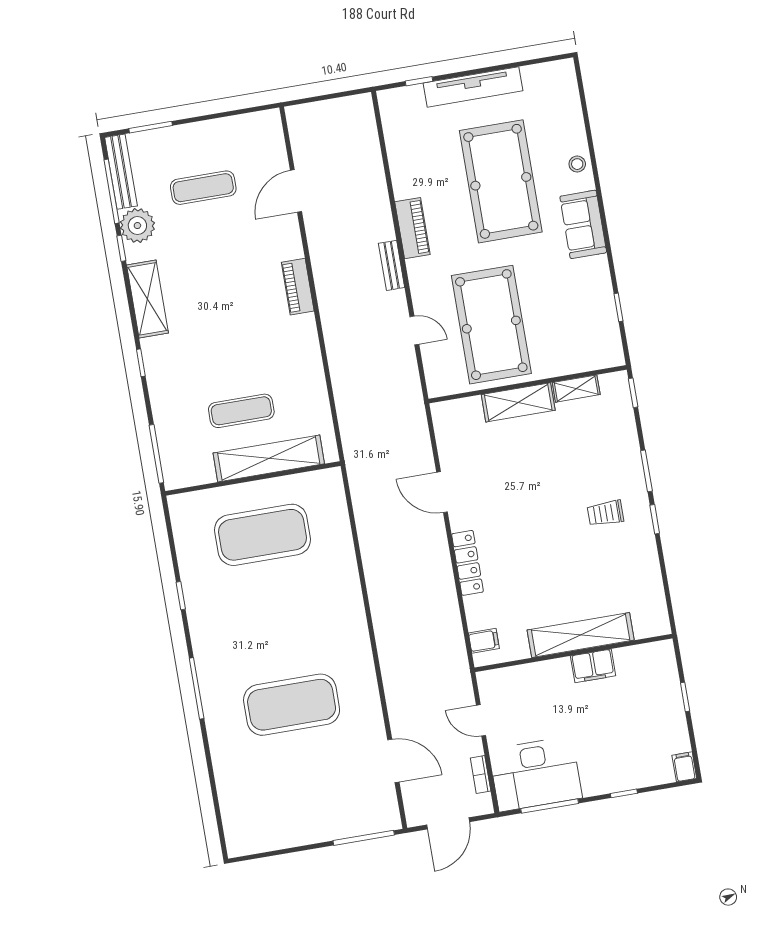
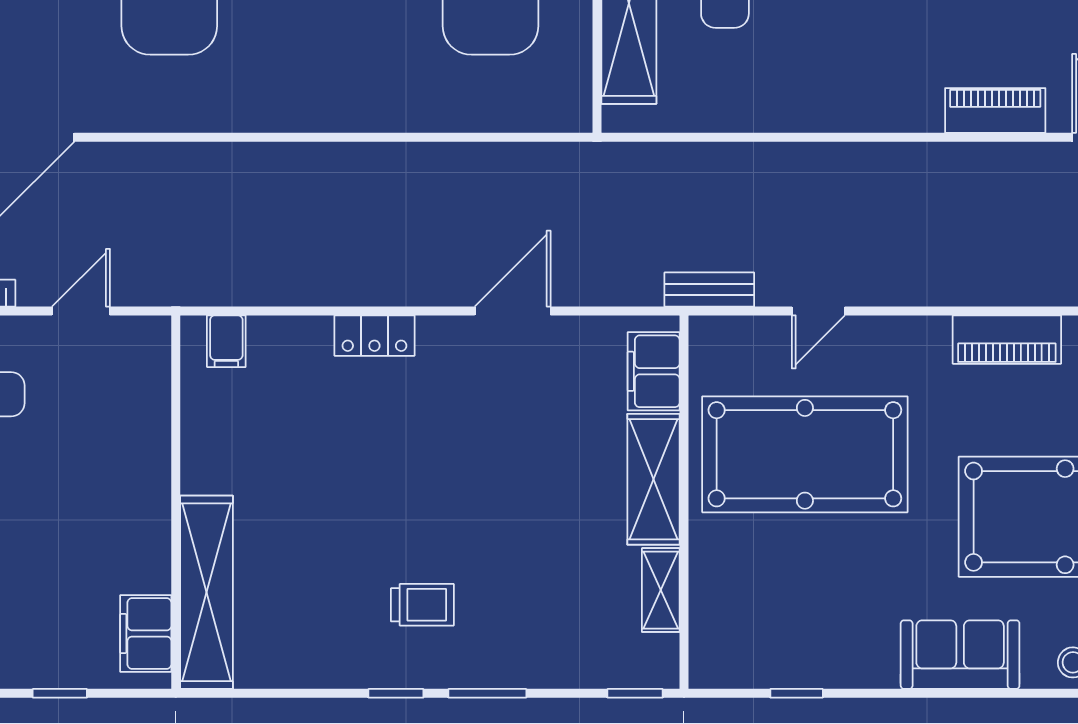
bench: (392, 265) -> (709, 290), moved
piano: (298, 287) -> (995, 110), moved
filing cabinet: (461, 412) -> (654, 371), added
trolley: (606, 513) -> (422, 605), turned 90
locker: (467, 563) -> (374, 336), width x0.66
shelving: (581, 635) -> (206, 592), moved
filing cabinet: (593, 666) -> (146, 633), moved

